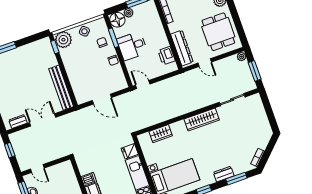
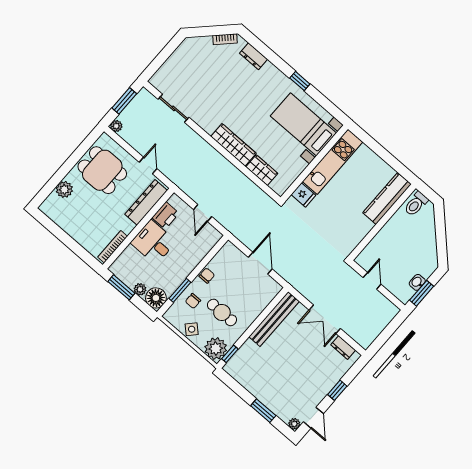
dining table: (218, 32) -> (102, 170), turned 90
desk: (132, 46) -> (153, 242), moved, turned 180
cafe table: (84, 57) -> (222, 312), added
door: (143, 85) -> (203, 213), moved
wardrobe: (202, 119) -> (233, 145), moved
window: (10, 150) -> (383, 338), removed
door: (37, 169) -> (372, 281), moved
dresser: (224, 174) -> (254, 56), moved
dishwasher: (89, 179) -> (364, 225), removed
window: (236, 179) -> (264, 50), removed

